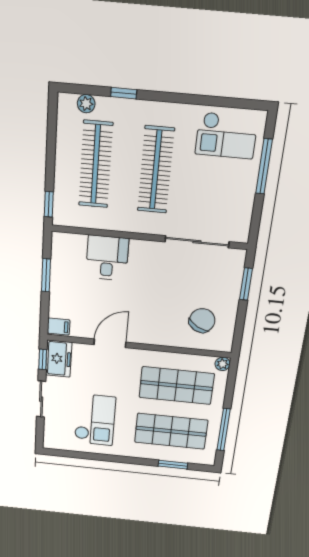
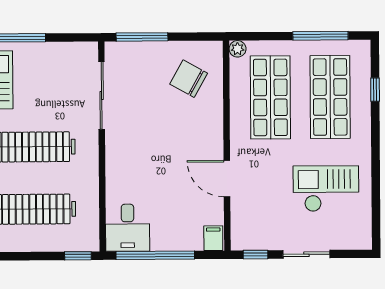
desk: (107, 258) -> (128, 228), moved, turned -90
window: (46, 275) -> (155, 255), width x2.11
window: (246, 284) -> (142, 37), width x1.44
freezer: (59, 359) -> (252, 236), removed
window: (173, 465) -> (375, 90), width x0.67

